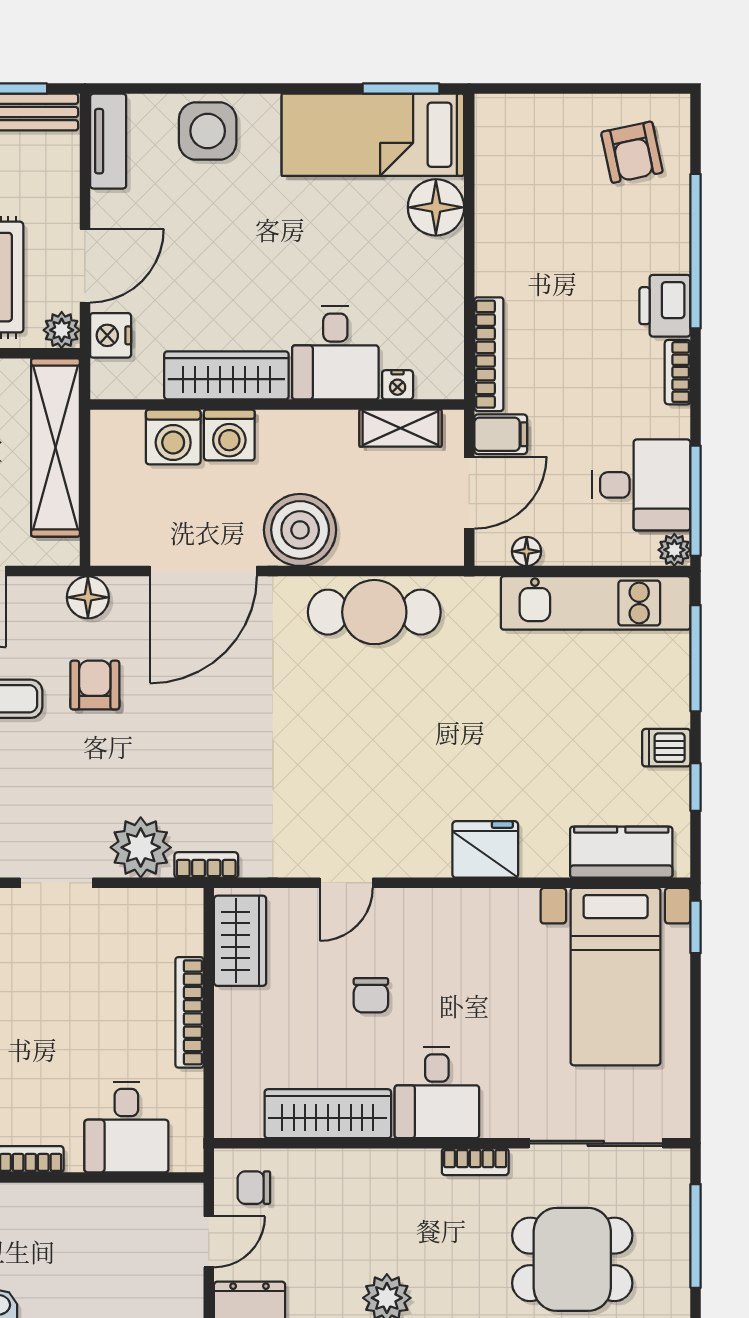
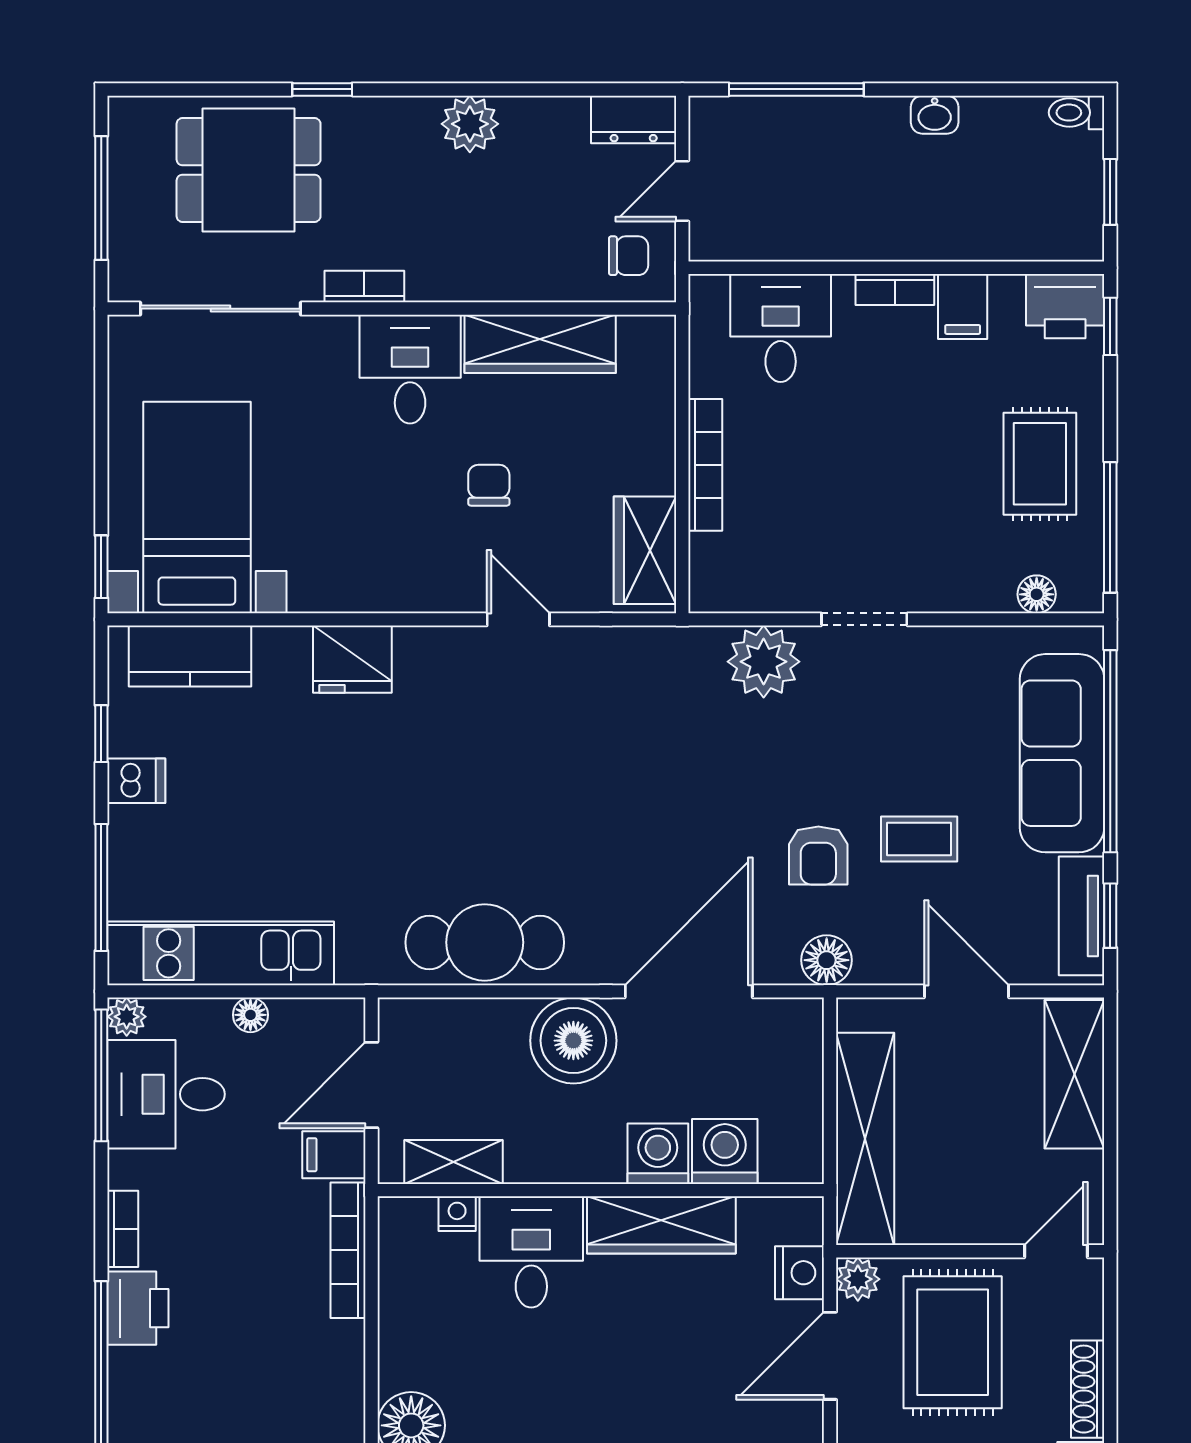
floor lamp: (527, 551) -> (250, 1015), moved
bookcase: (206, 865) -> (685, 641), removed
door: (346, 883) -> (518, 619), hinge flipped

